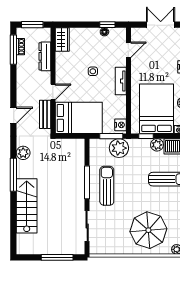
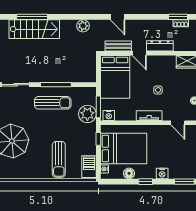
window: (13, 50) -> (178, 17), width x0.69
dresser: (45, 56) -> (160, 46), moved
plant: (157, 145) -> (90, 149), removed
window: (13, 175) -> (32, 17), moved

